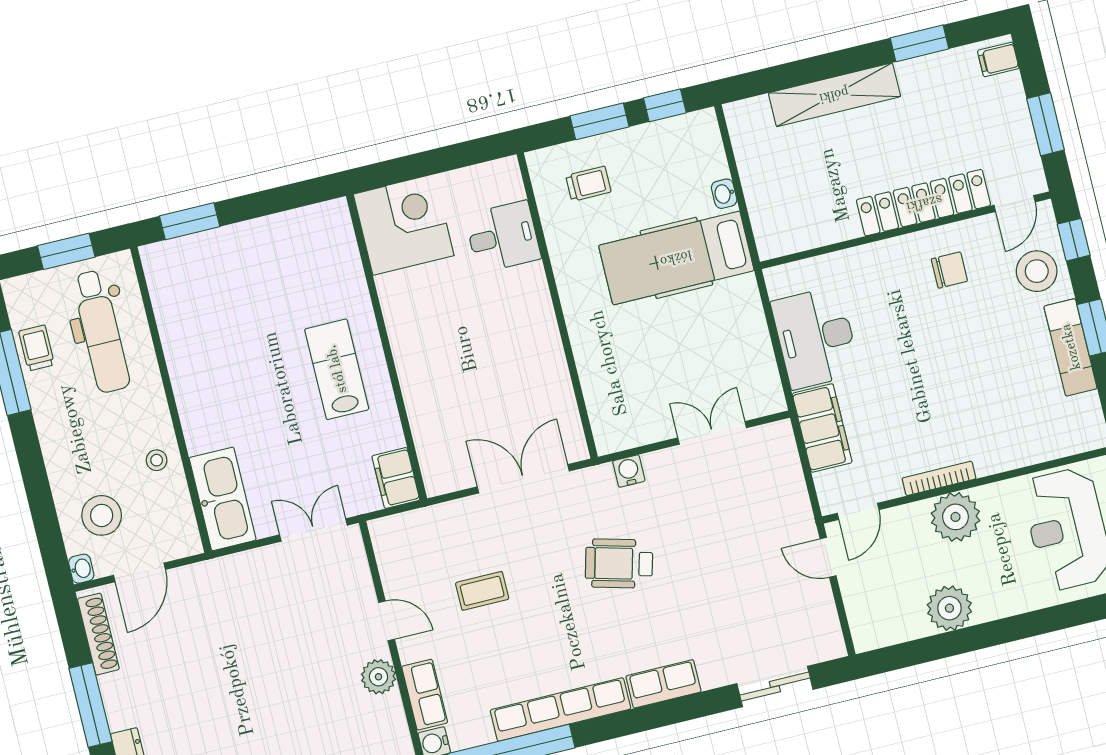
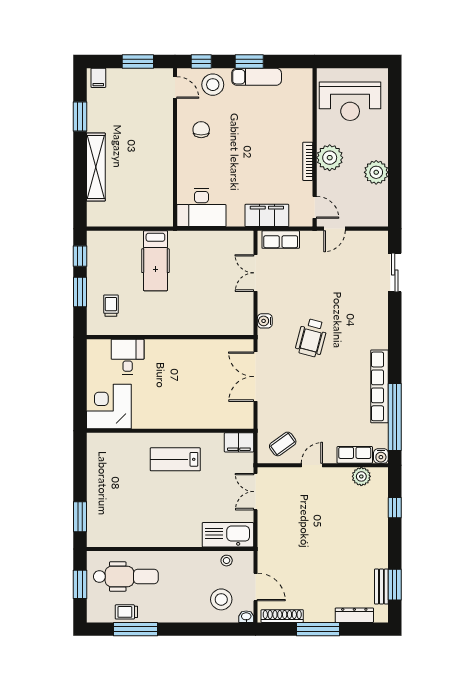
washbasin: (724, 194) -> (133, 237), removed
locker: (924, 203) -> (163, 135), removed
hospital bed: (676, 258) -> (155, 261), width x0.73, depth x0.78
desk: (816, 338) -> (201, 207), moved
stool: (157, 460) -> (227, 561), moved
coffee table: (482, 591) -> (283, 444), moved, turned 54
plant: (378, 677) -> (361, 476), moved
row of seats: (663, 684) -> (281, 240), moved, turned -90

